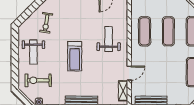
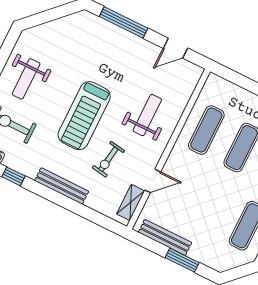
exercise bike: (46, 23) -> (108, 159), moved
treadmill: (75, 56) -> (84, 116), width x1.37, depth x1.38

